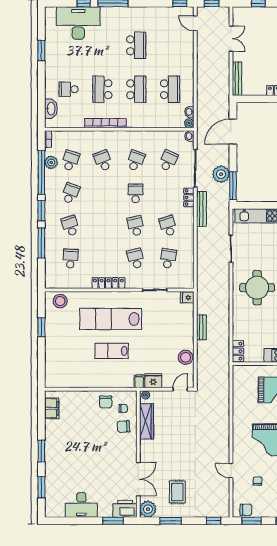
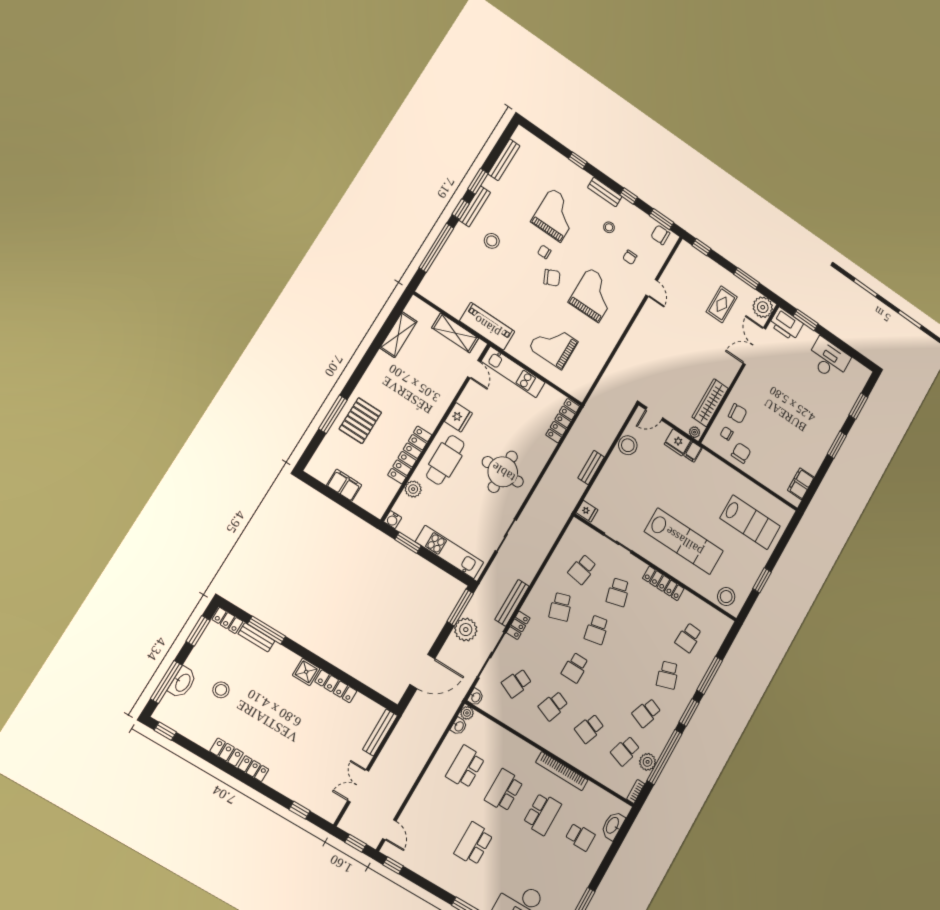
school desk: (103, 161) -> (589, 728), turned 42
lab bench: (112, 351) -> (750, 522), moved, width x1.36, depth x1.39
locker: (238, 351) -> (563, 421), width x1.53

